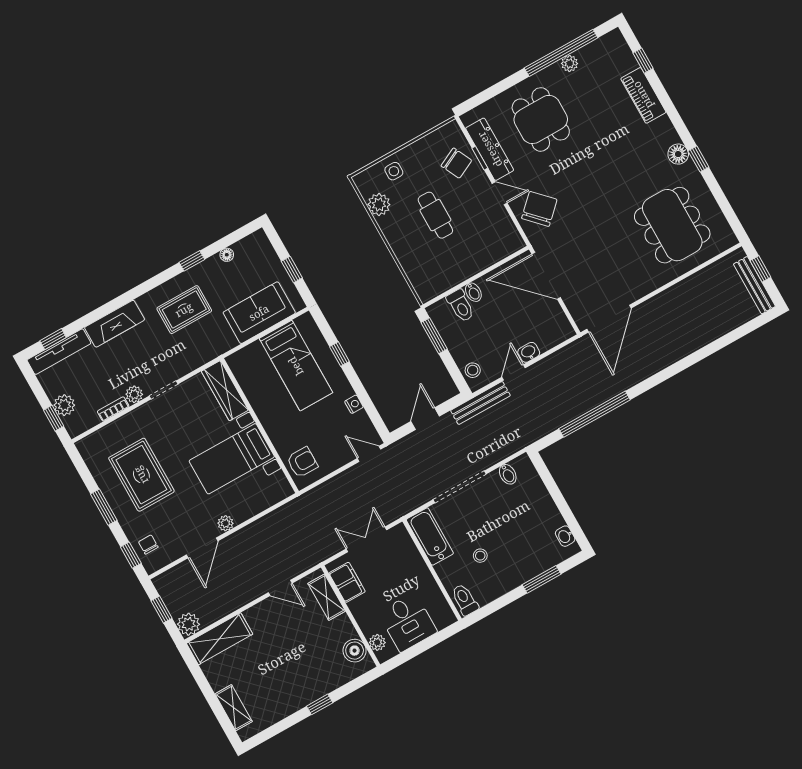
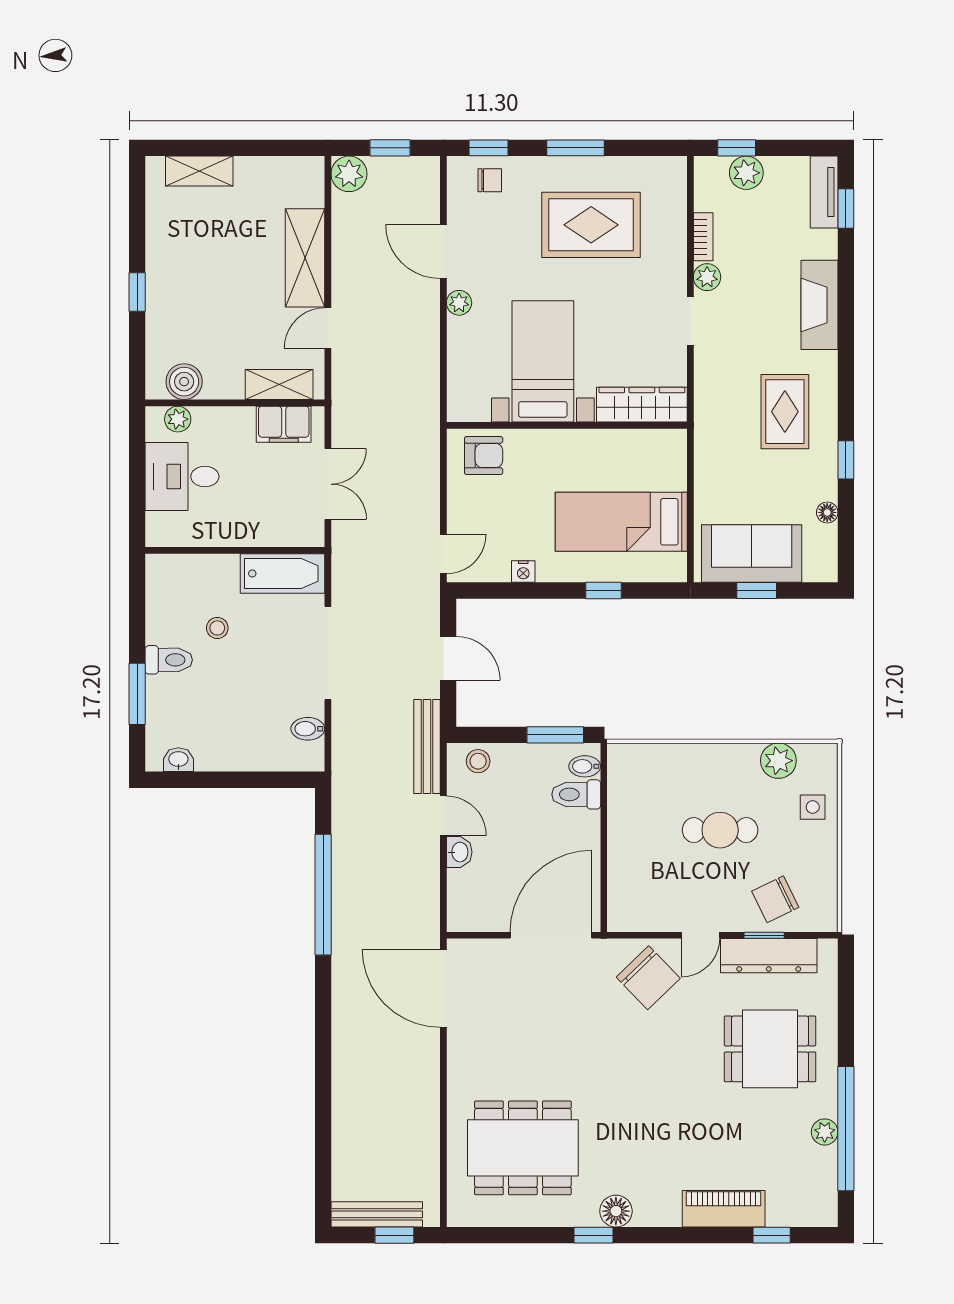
bidet: (473, 292) -> (585, 766), moved
sofa: (259, 313) -> (752, 554), moved, turned -90
tv unit: (59, 352) -> (824, 192), width x0.71
armchair: (302, 462) -> (484, 456), turned -90
toilet: (465, 600) -> (169, 660), moved
shelving: (220, 639) -> (305, 258), moved

